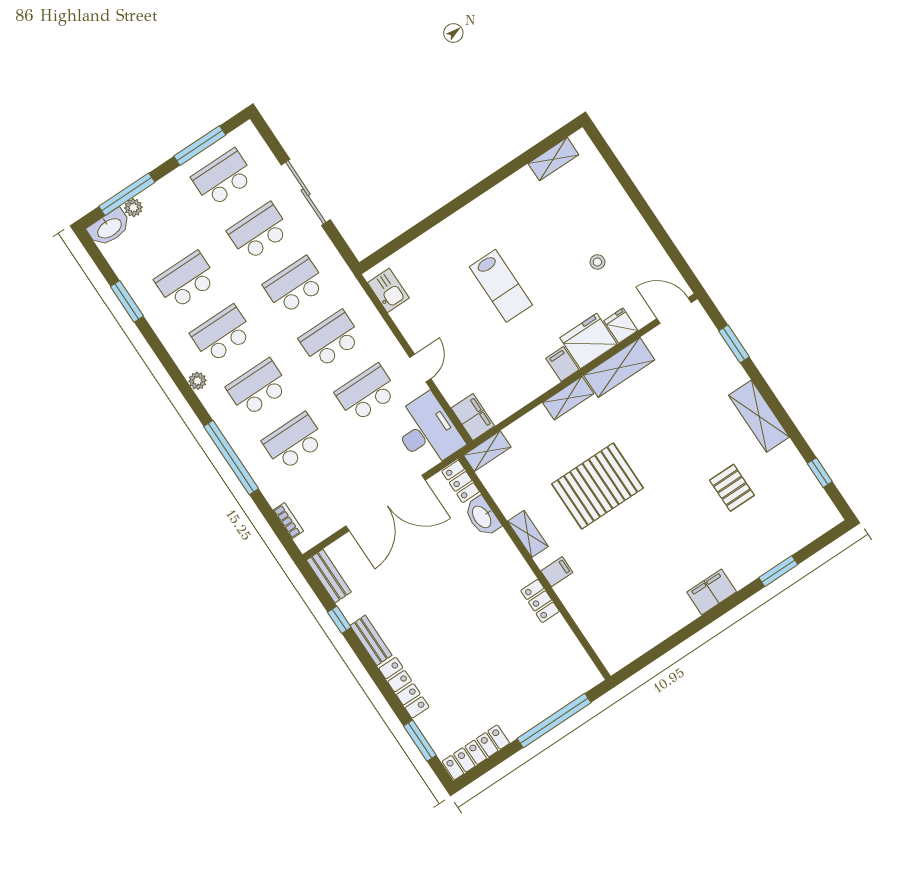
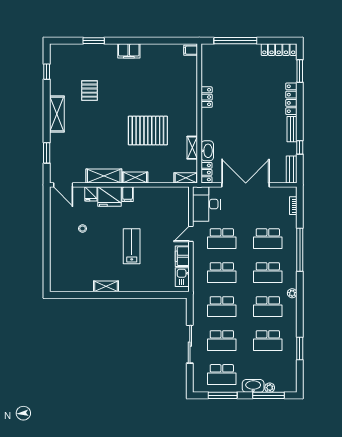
shelving: (553, 159) -> (106, 286), moved
washbasin: (109, 228) -> (253, 386), moved
filing cabinet: (473, 417) -> (182, 256), moved
shelving: (528, 534) -> (192, 148), moved
filing cabinet: (557, 572) -> (191, 50), moved

